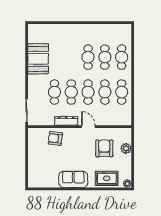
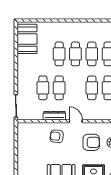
booth: (38, 59) -> (27, 39), moved
cafe table: (88, 92) -> (59, 54), moved
armchair: (55, 138) -> (57, 136), moved
armchair: (104, 148) -> (91, 142), turned 90

